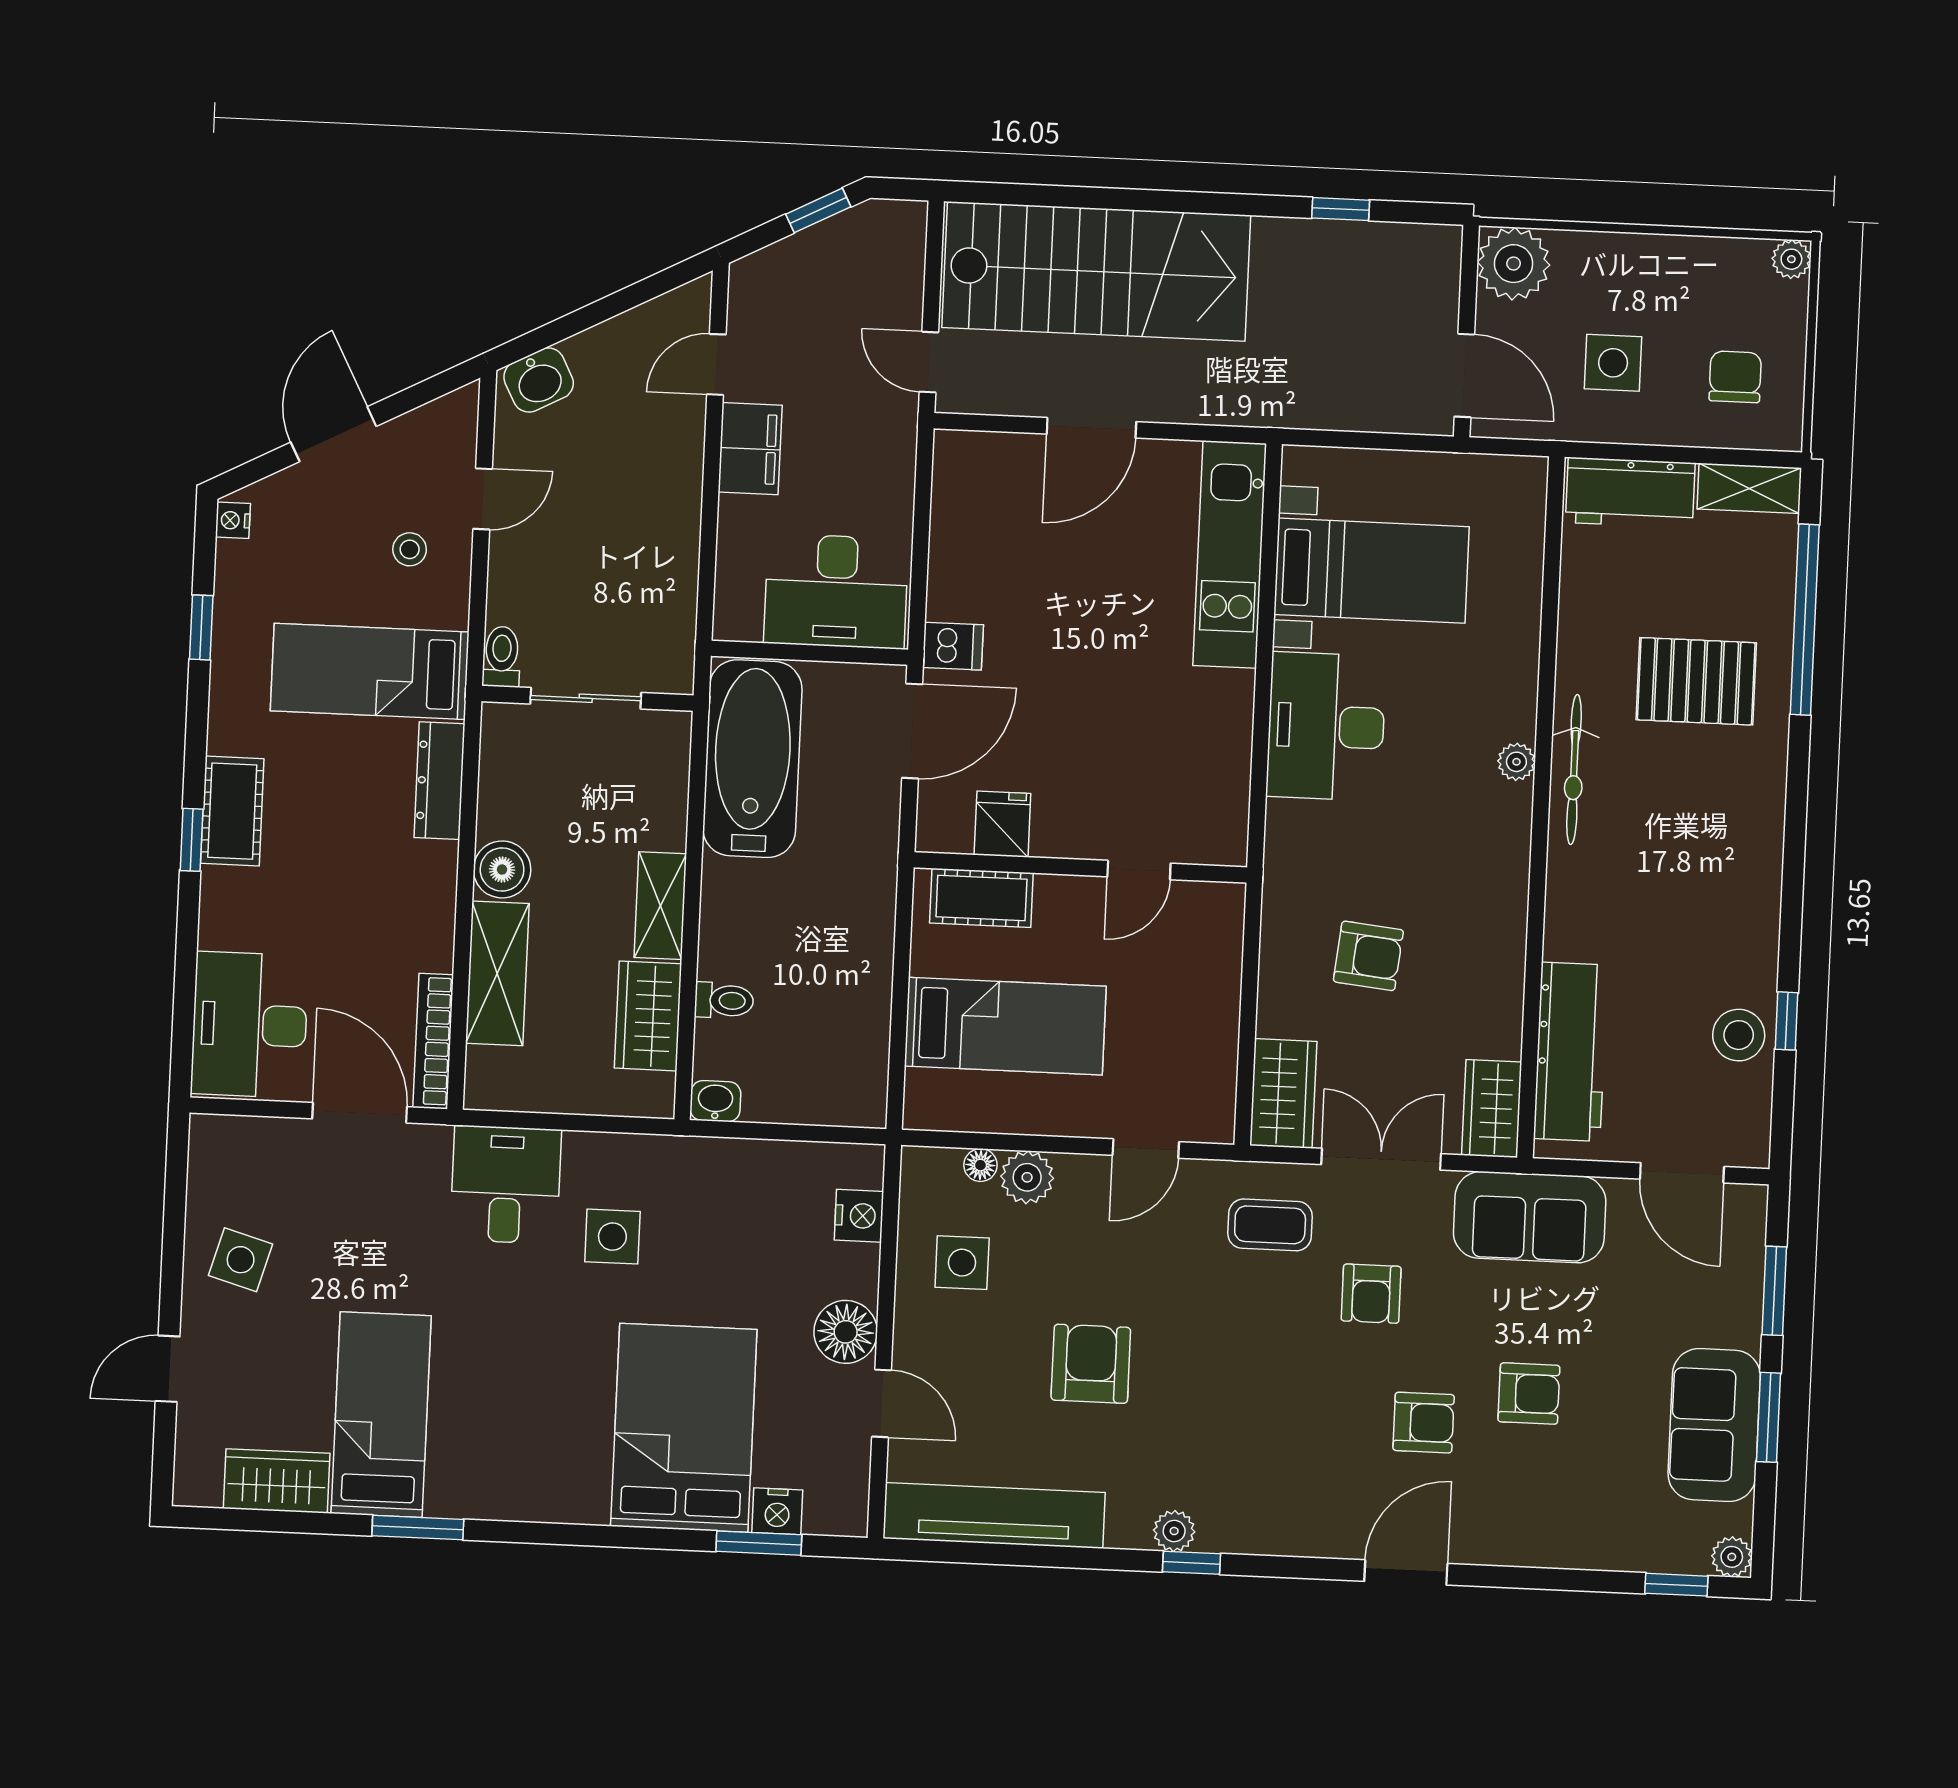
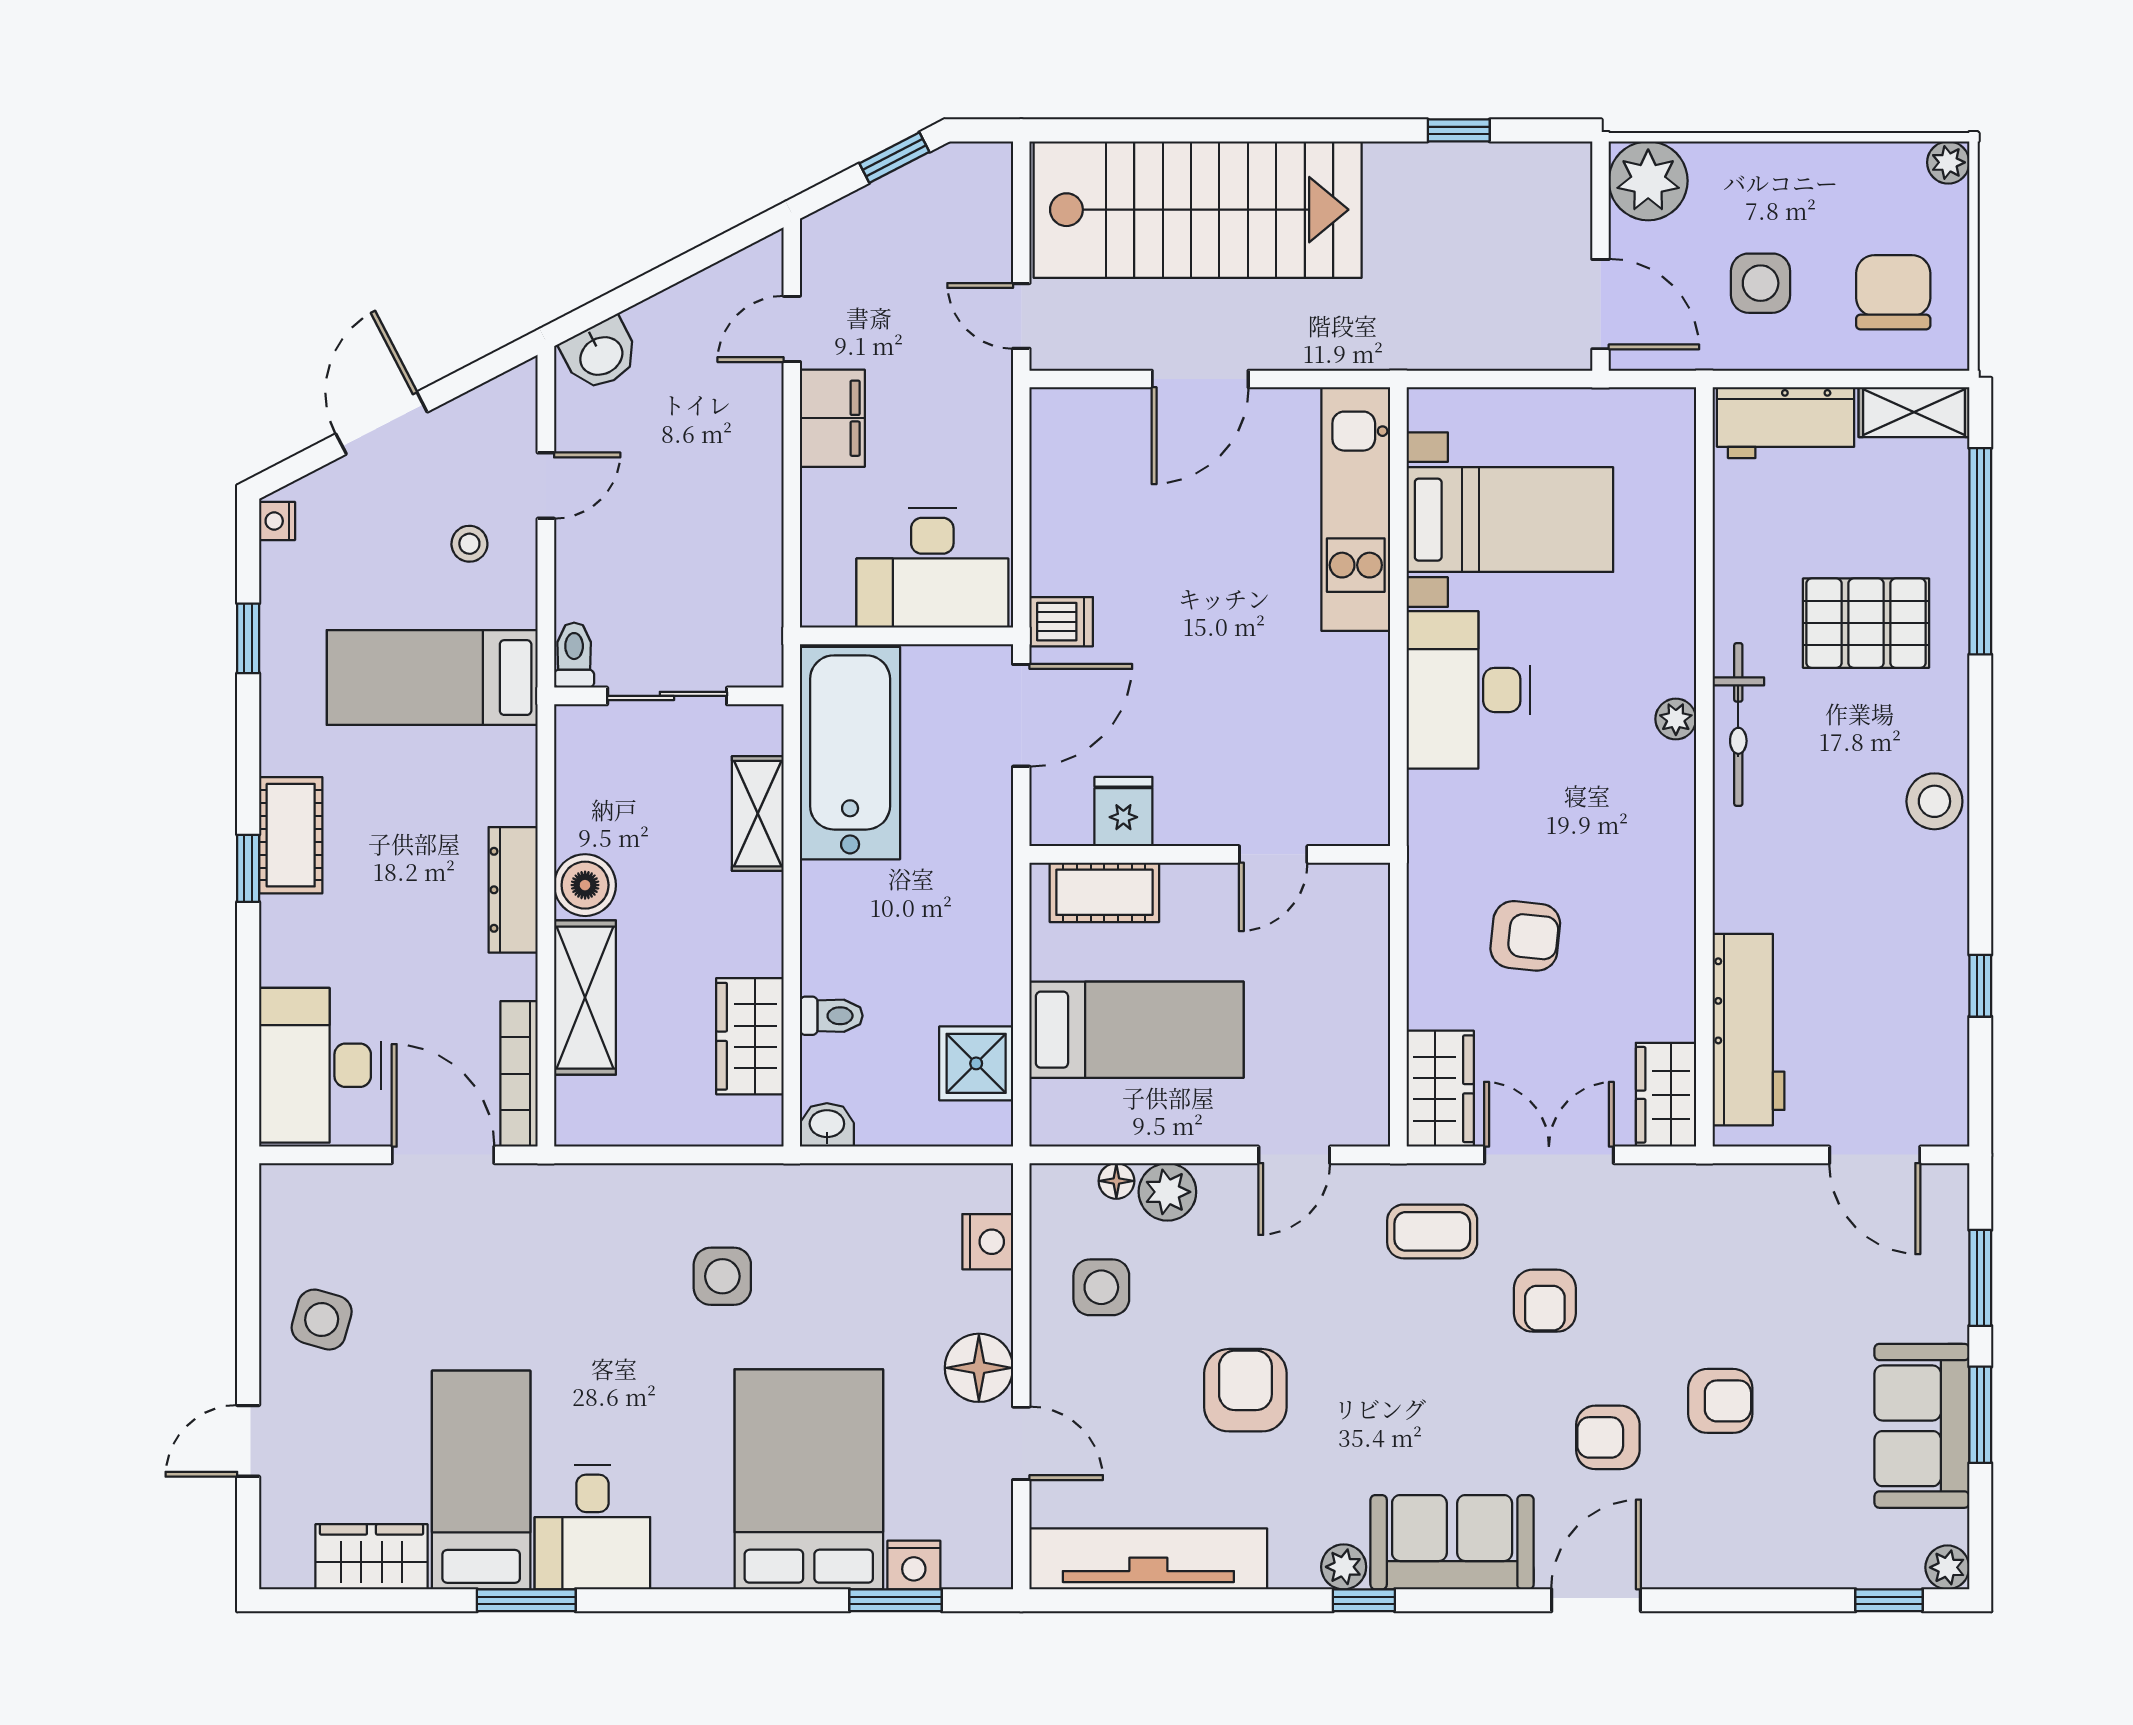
chair: (1735, 377) -> (1893, 292), width x1.37, depth x1.37
dresser: (440, 781) -> (513, 890), moved
shelving: (660, 906) -> (758, 814), moved
stool: (1739, 1035) -> (1934, 801), moved
shower: (856, 1051) -> (976, 1063), added
desk: (506, 1185) -> (592, 1527), moved, turned 180
sofa: (1530, 1217) -> (1452, 1542), moved, turned 180
armchair: (1424, 1423) -> (1608, 1437), turned 180

